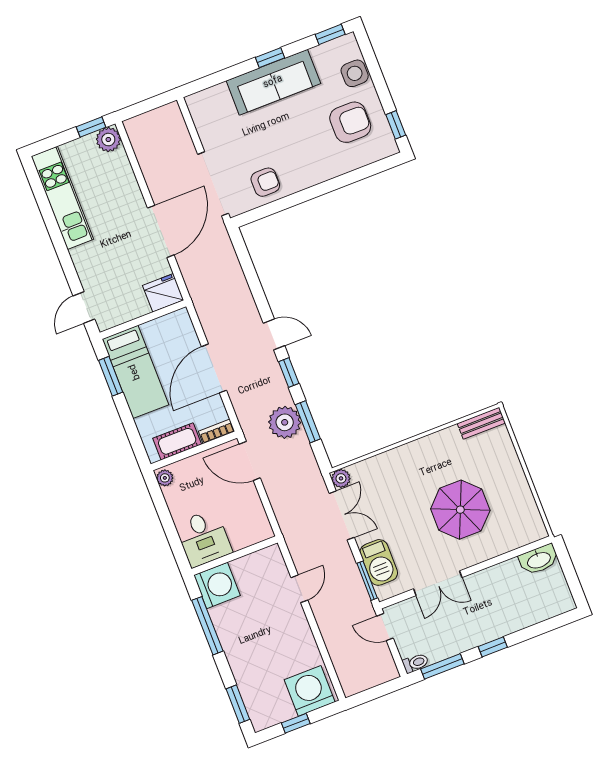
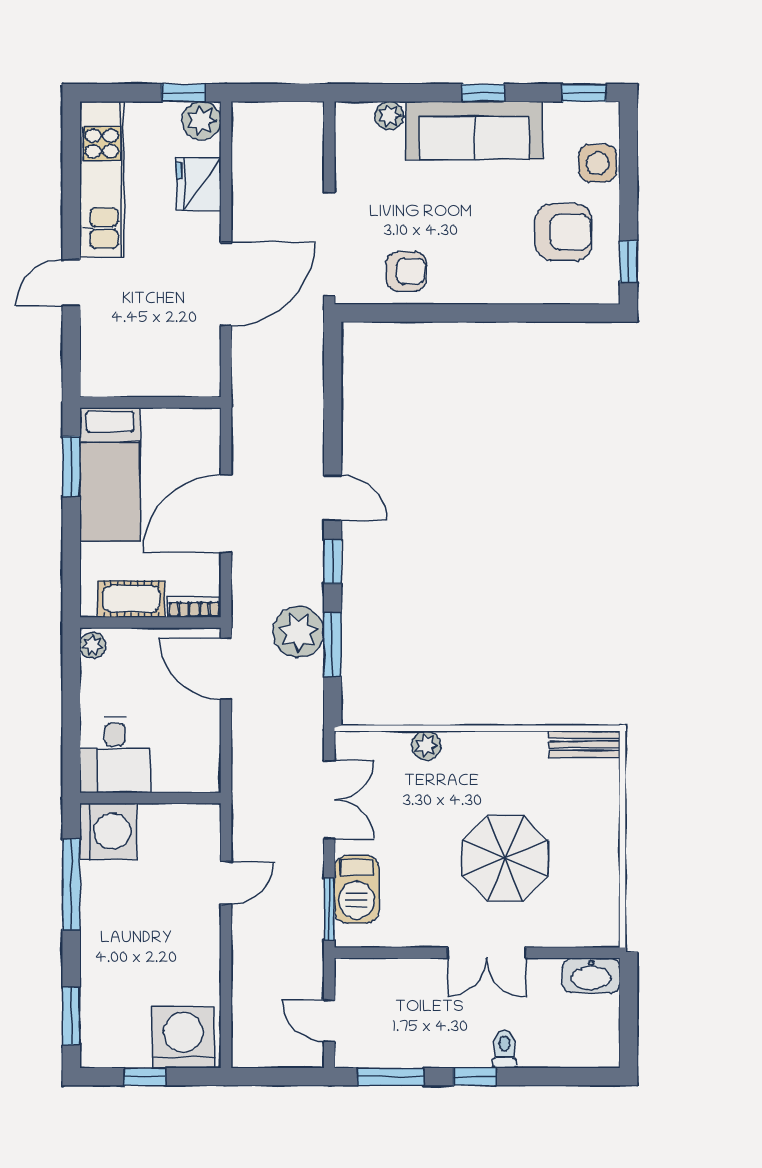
plant: (219, 93) -> (389, 116), added
fridge: (163, 293) -> (198, 184), moved, turned -90
door: (84, 307) -> (71, 283), moved
plant: (341, 478) -> (426, 745), moved
double door: (438, 583) -> (486, 953), moved
door: (385, 627) -> (329, 1021), moved
toilet: (416, 663) -> (504, 1049), moved, turned -90

